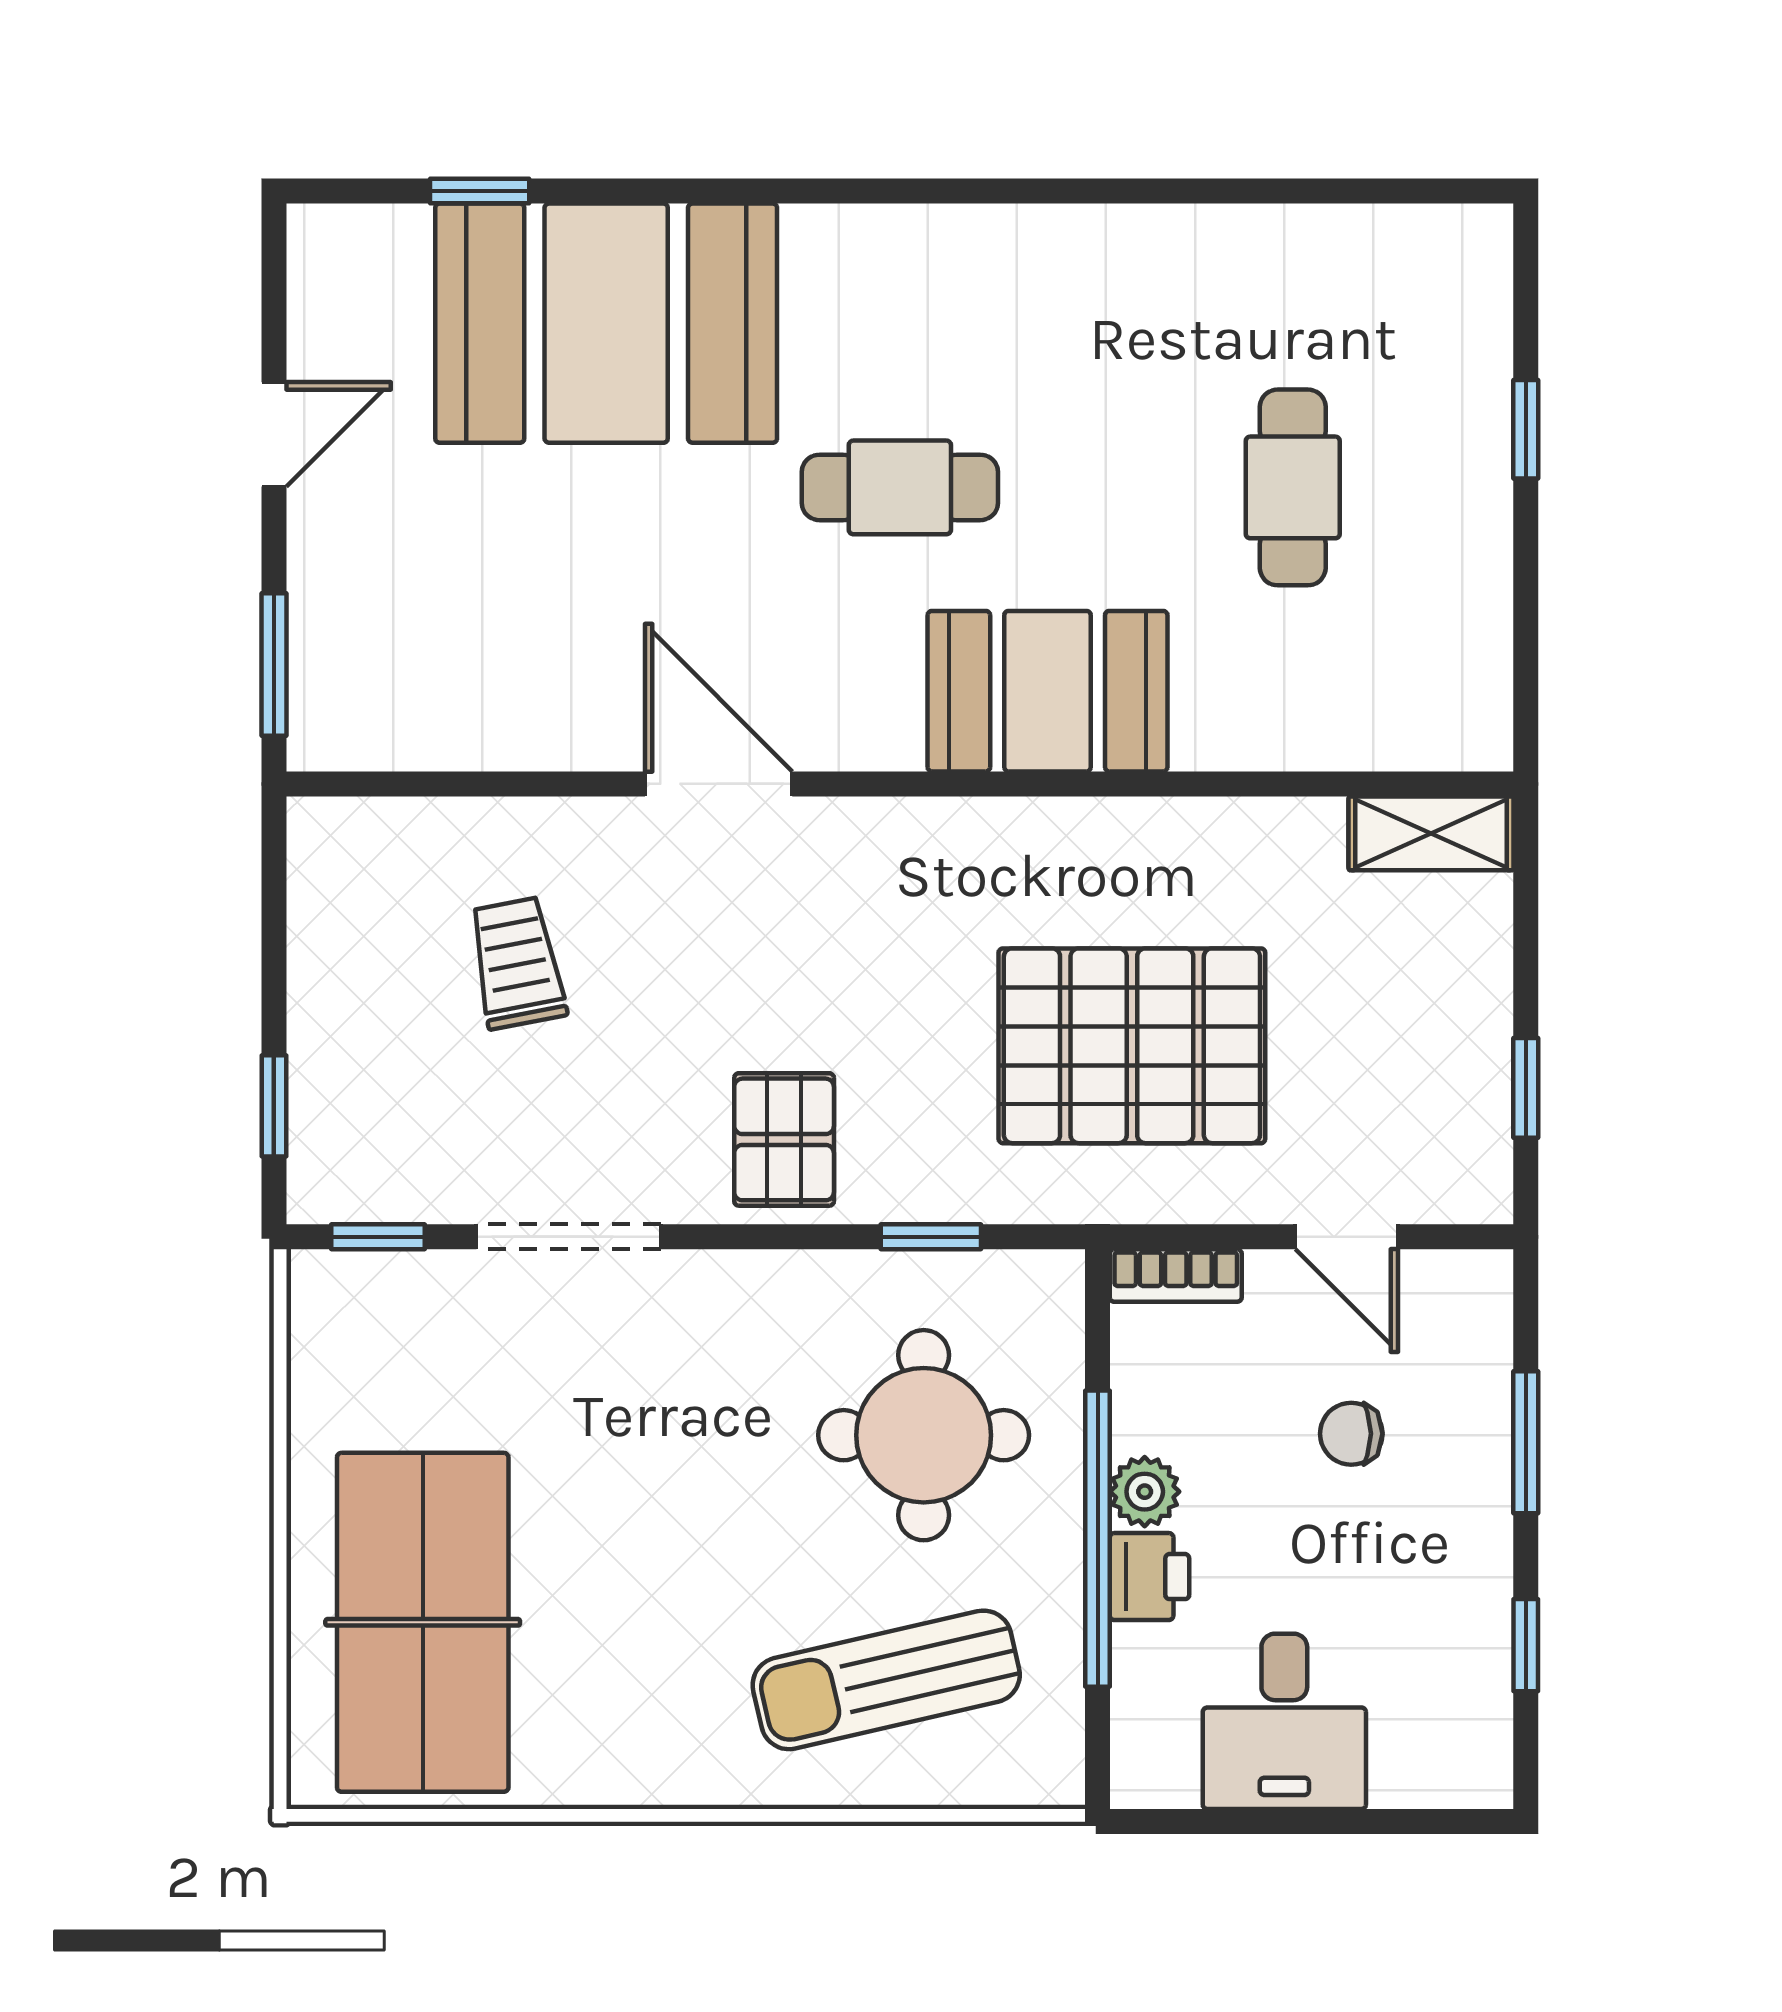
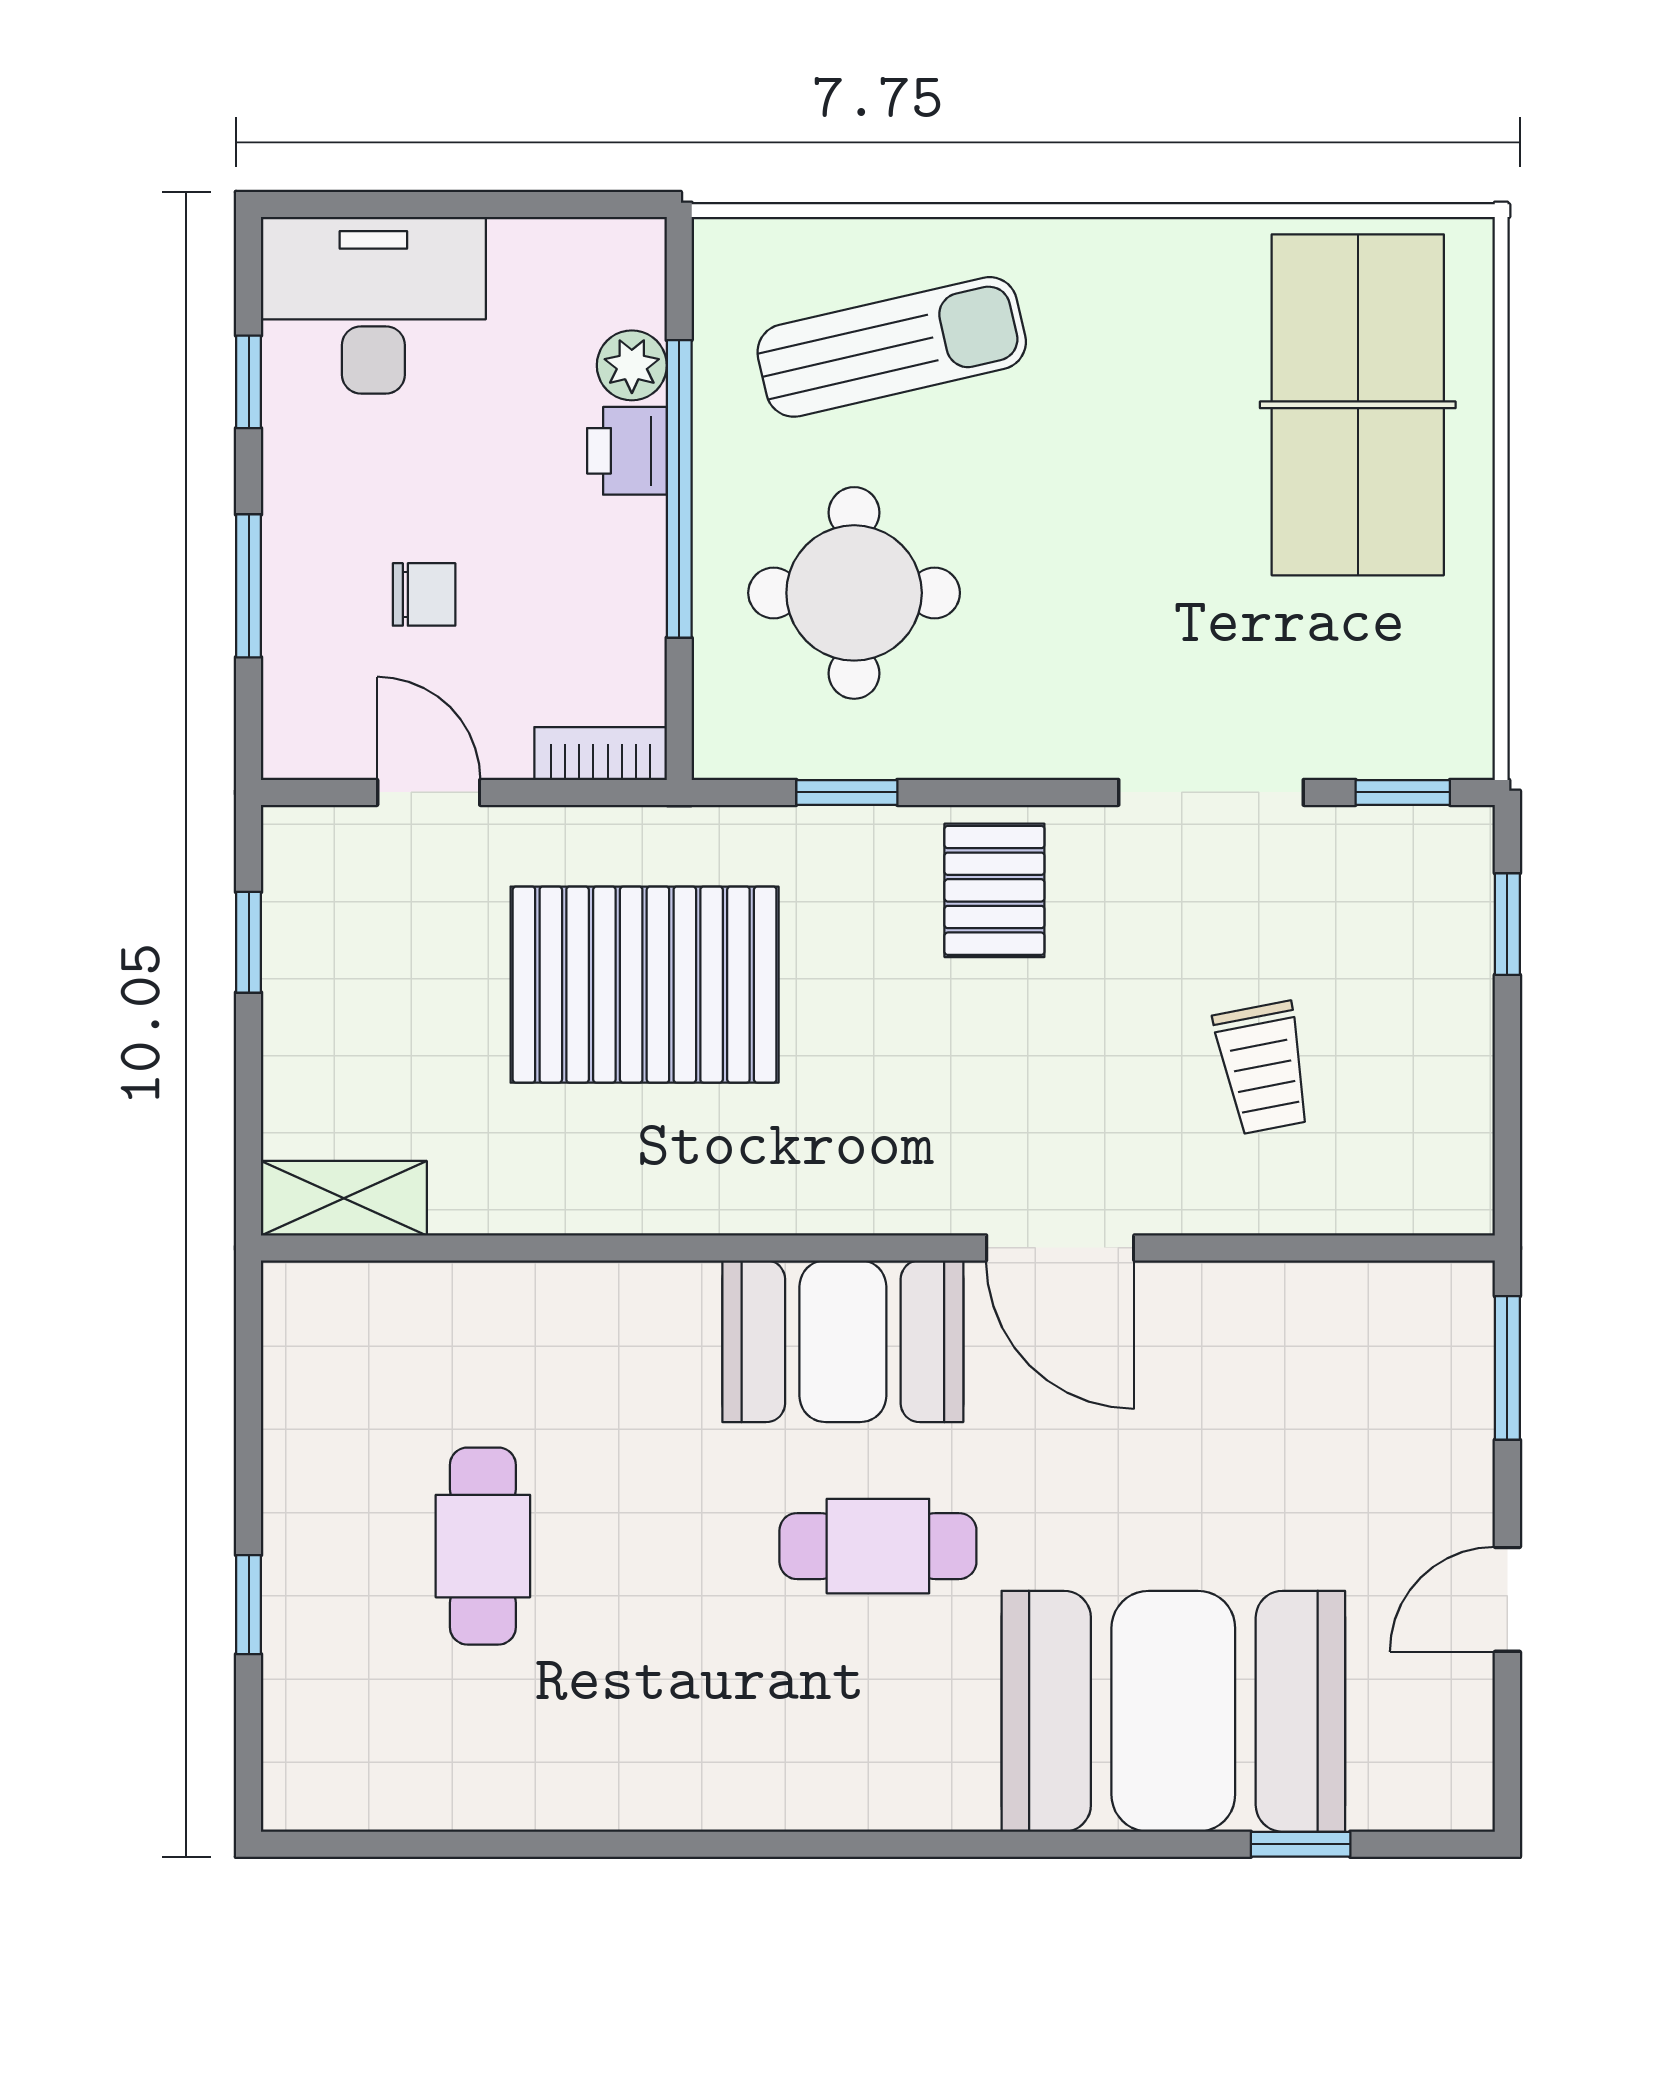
booth: (1048, 691) -> (843, 1341), moved
plant: (1145, 1492) -> (632, 365), moved
desk: (1284, 1721) -> (373, 305), moved, width x1.37

